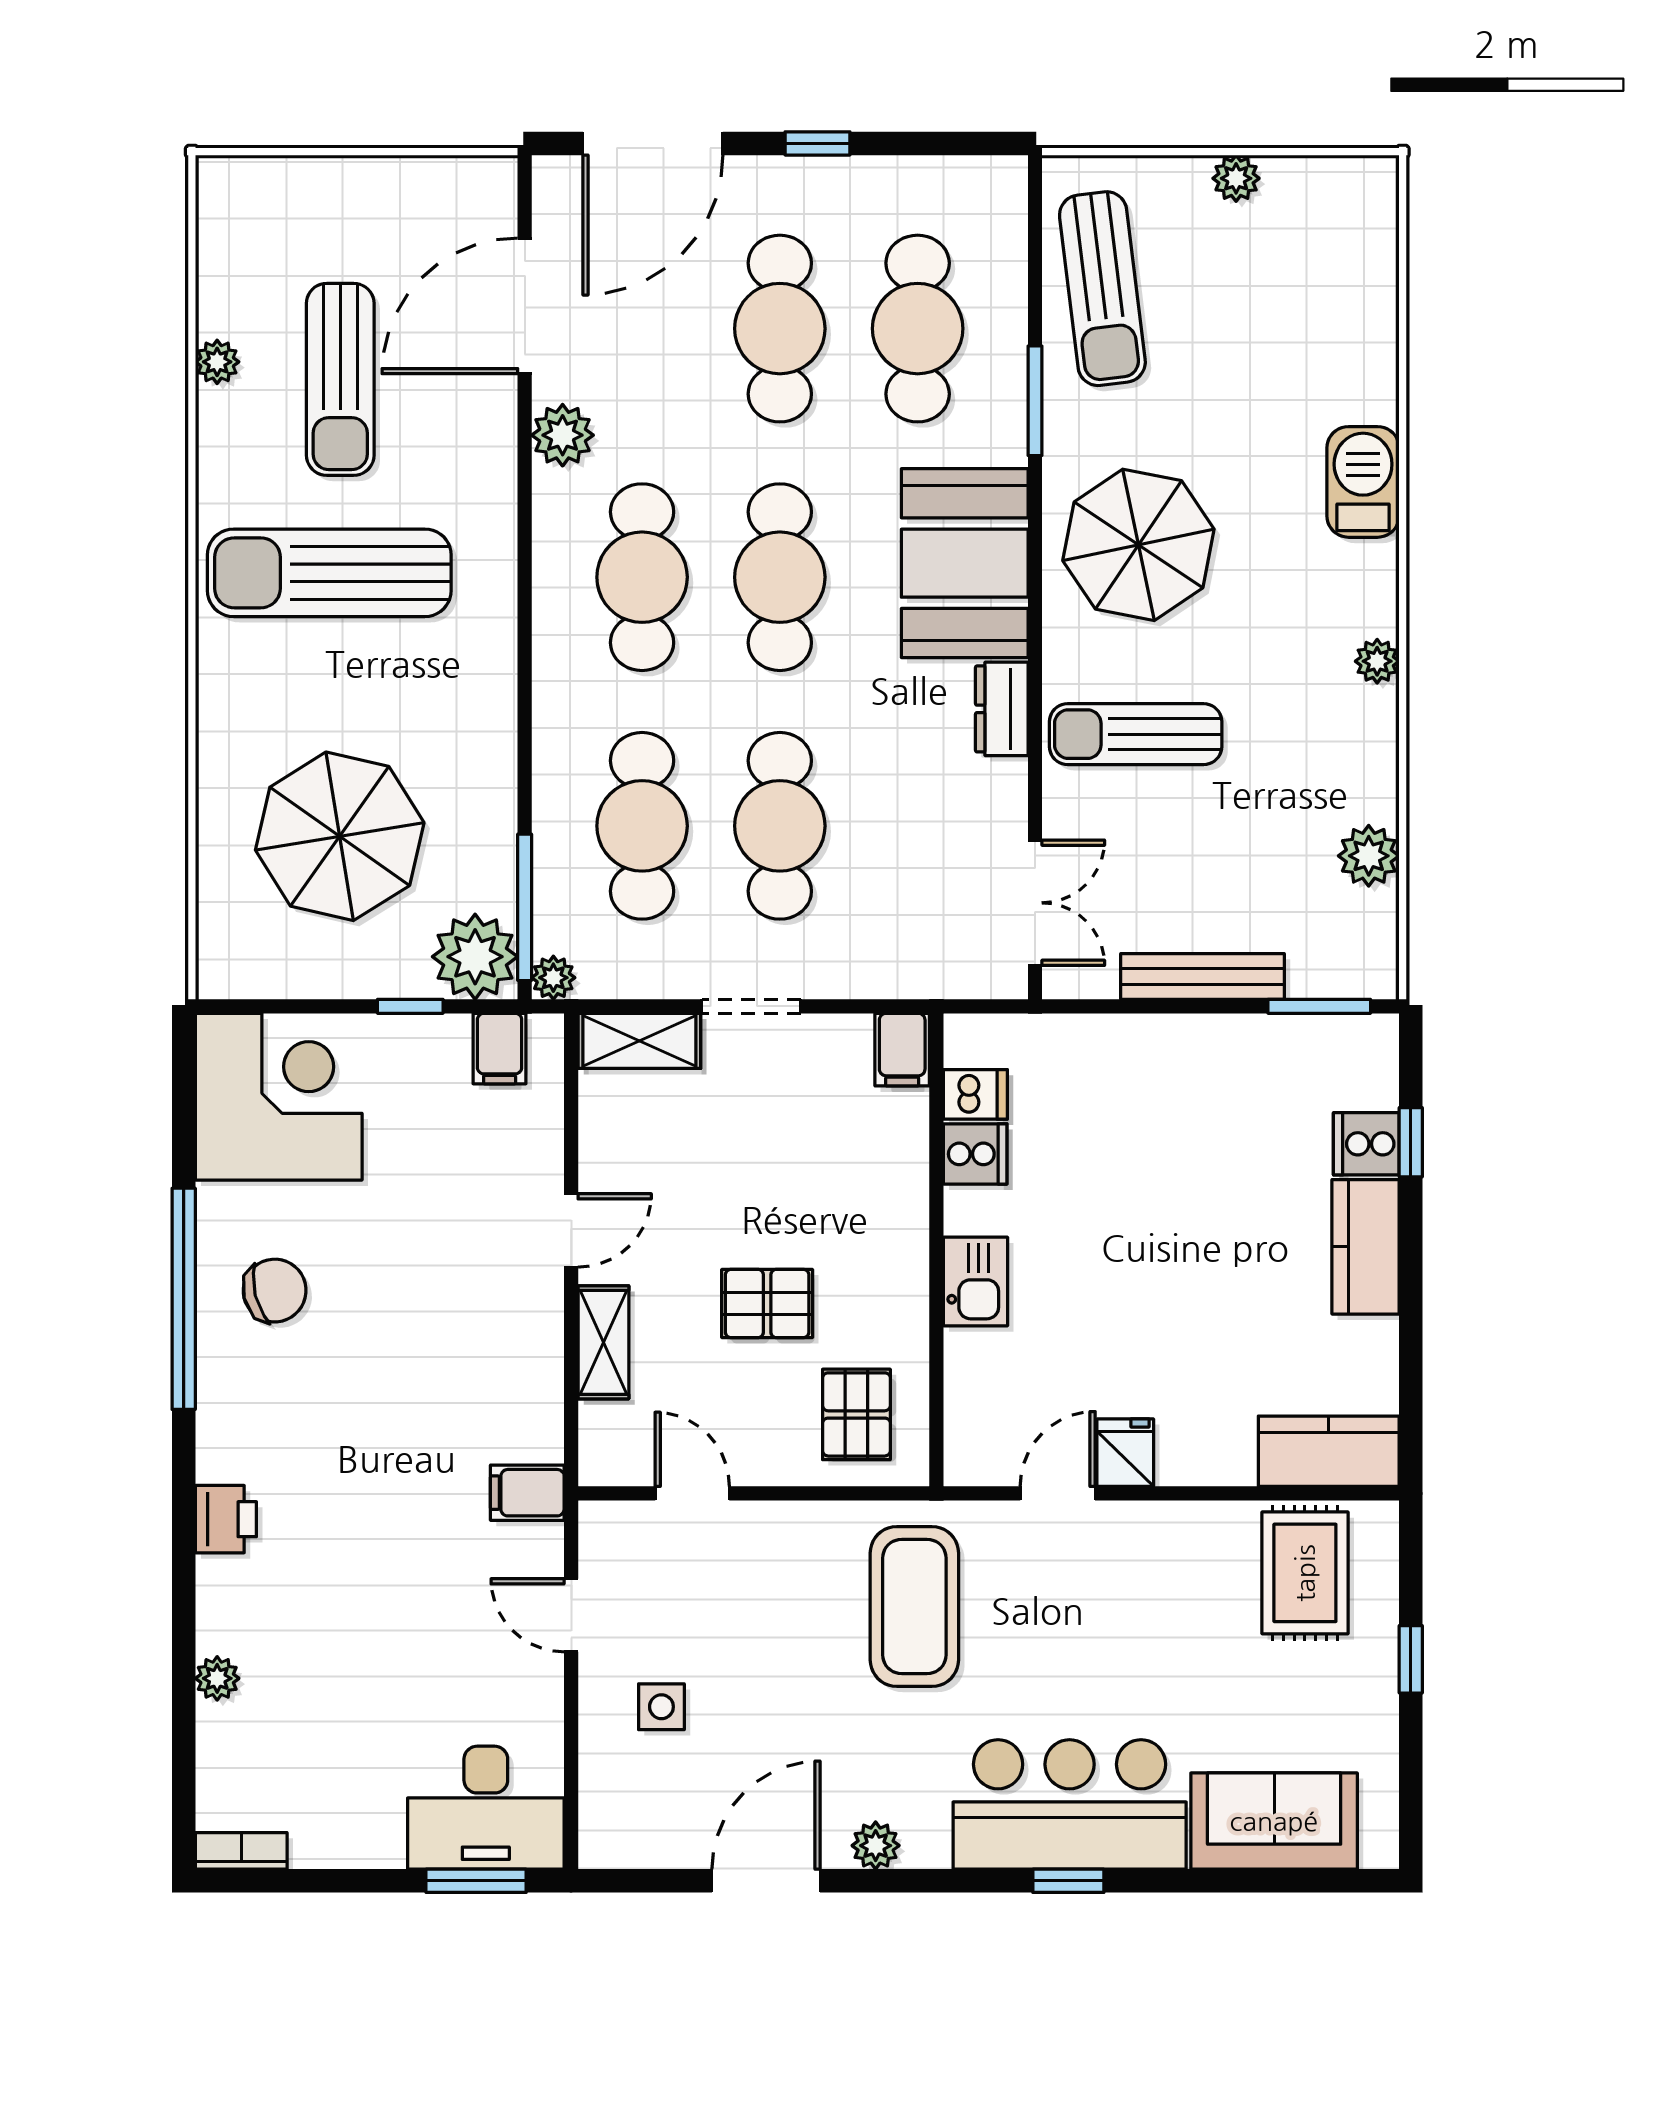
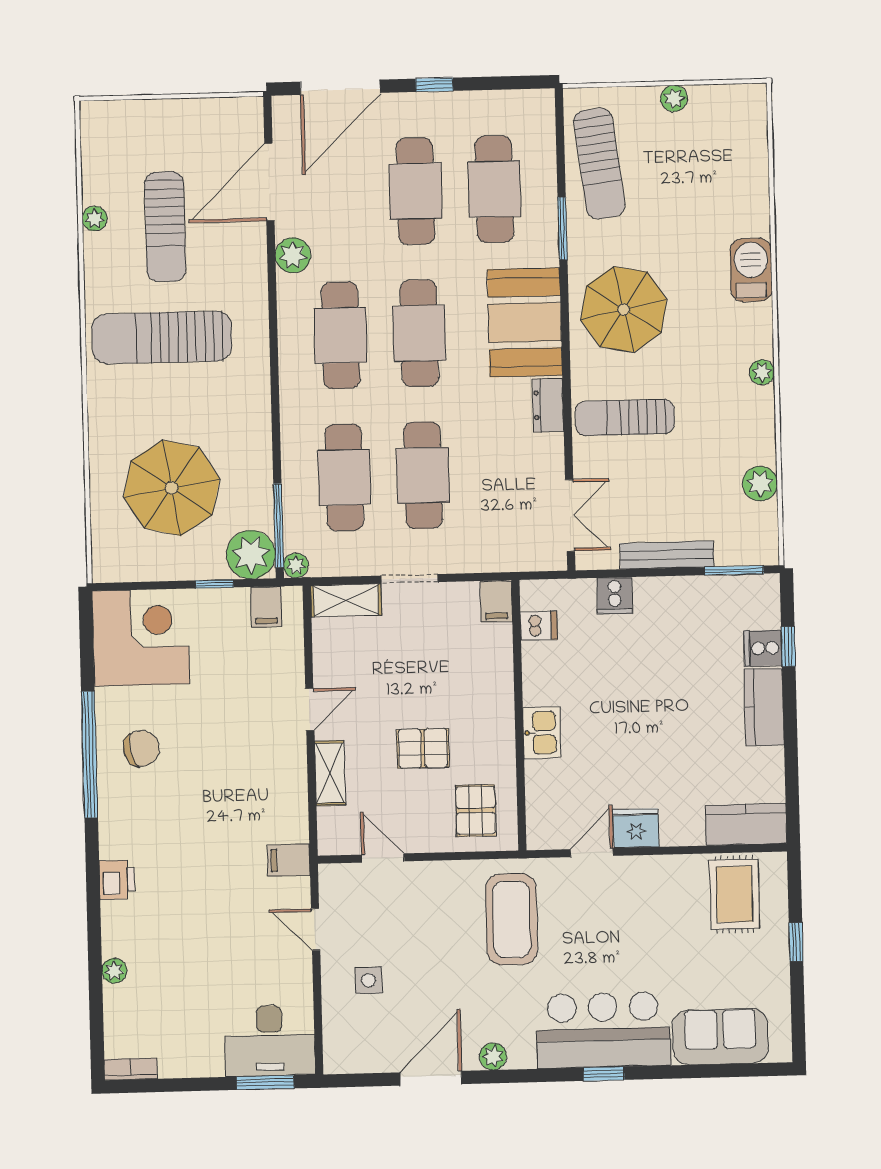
cooker: (975, 1154) -> (615, 596), moved, turned 90
fridge: (1125, 1453) -> (636, 828), width x1.38

